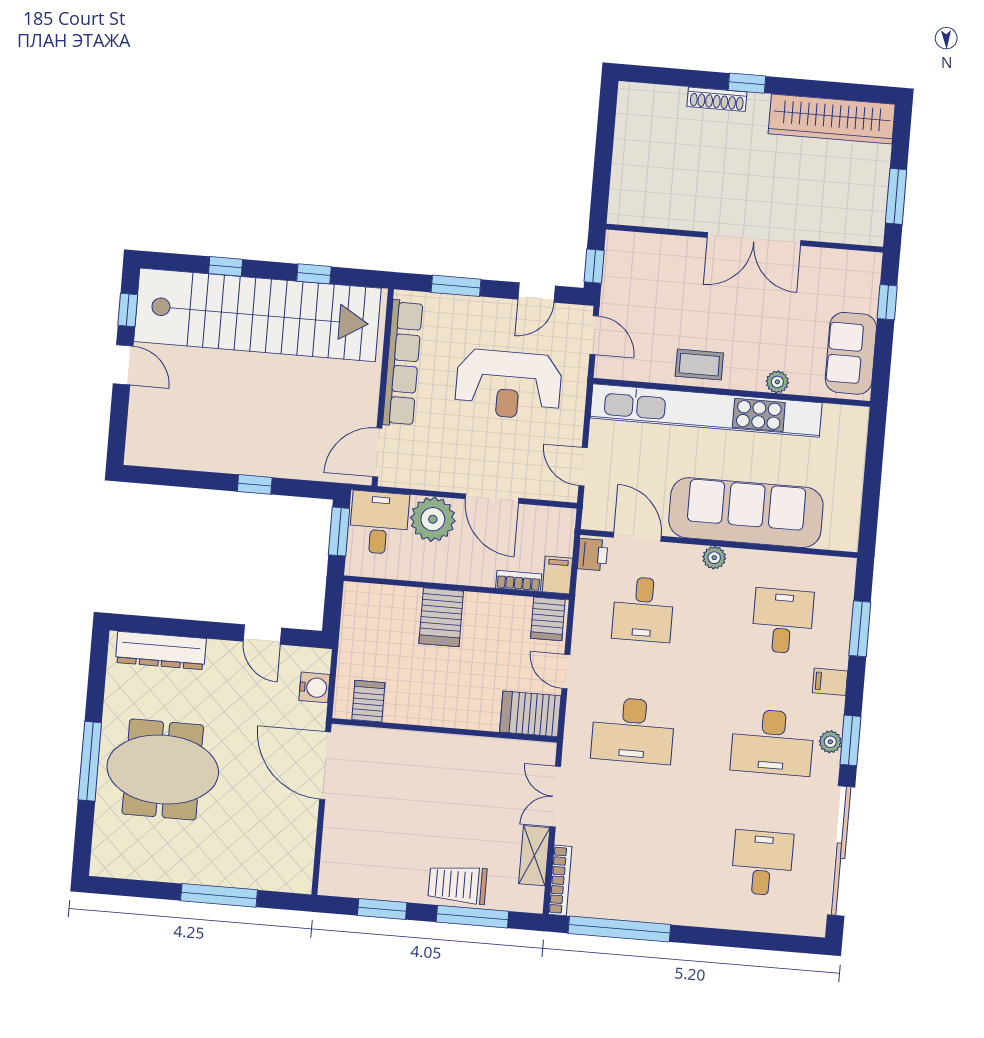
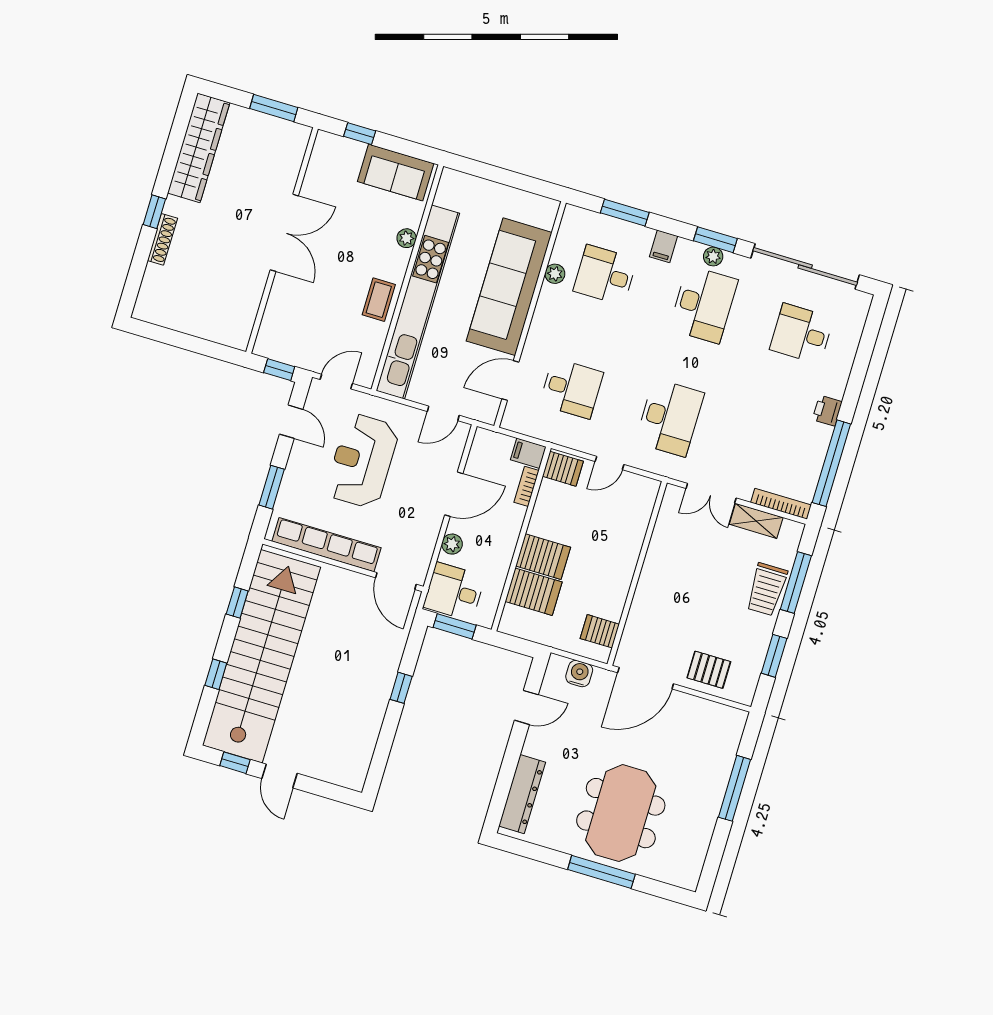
door: (123, 365) -> (279, 776), swing flipped
reception desk: (508, 384) -> (362, 461), turned 180
plant: (433, 519) -> (452, 544), width x0.53, depth x0.53
printer: (593, 555) -> (827, 411), moved, turned -90
plant: (714, 558) -> (555, 274), moved
server rack: (530, 714) -> (534, 592), moved, turned -90
pallet: (350, 837) -> (709, 670), added

